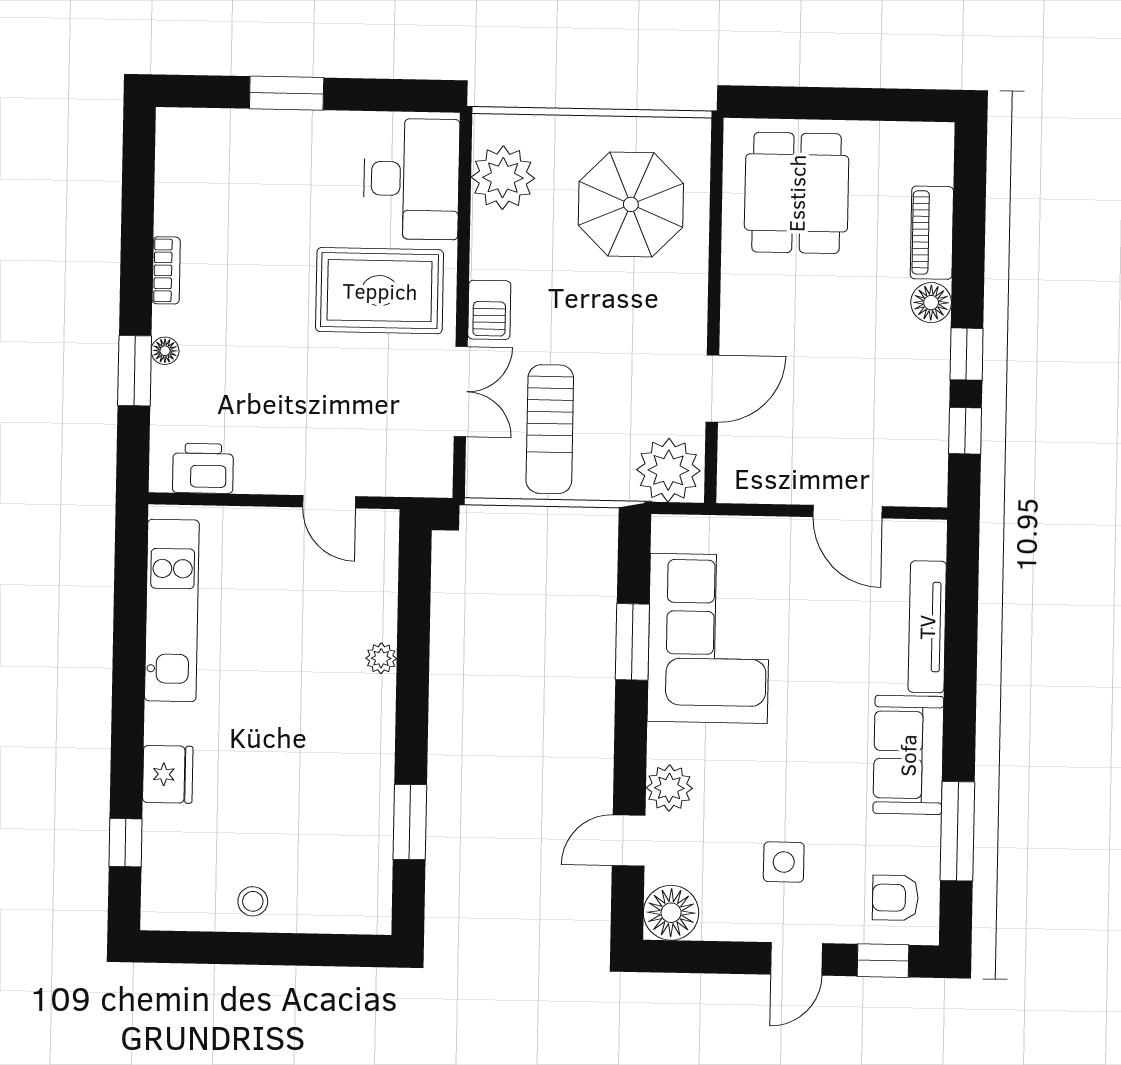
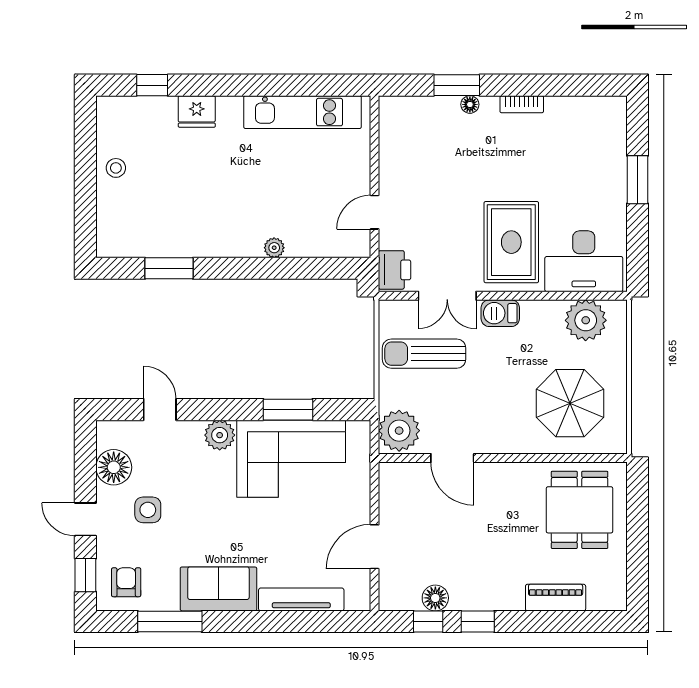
dining table: (797, 193) -> (580, 510), turned 90
floor lamp: (931, 303) -> (435, 598), moved
printer: (203, 468) -> (395, 270), moved
plant: (669, 788) -> (220, 435), moved
floor lamp: (671, 913) -> (114, 467), moved

